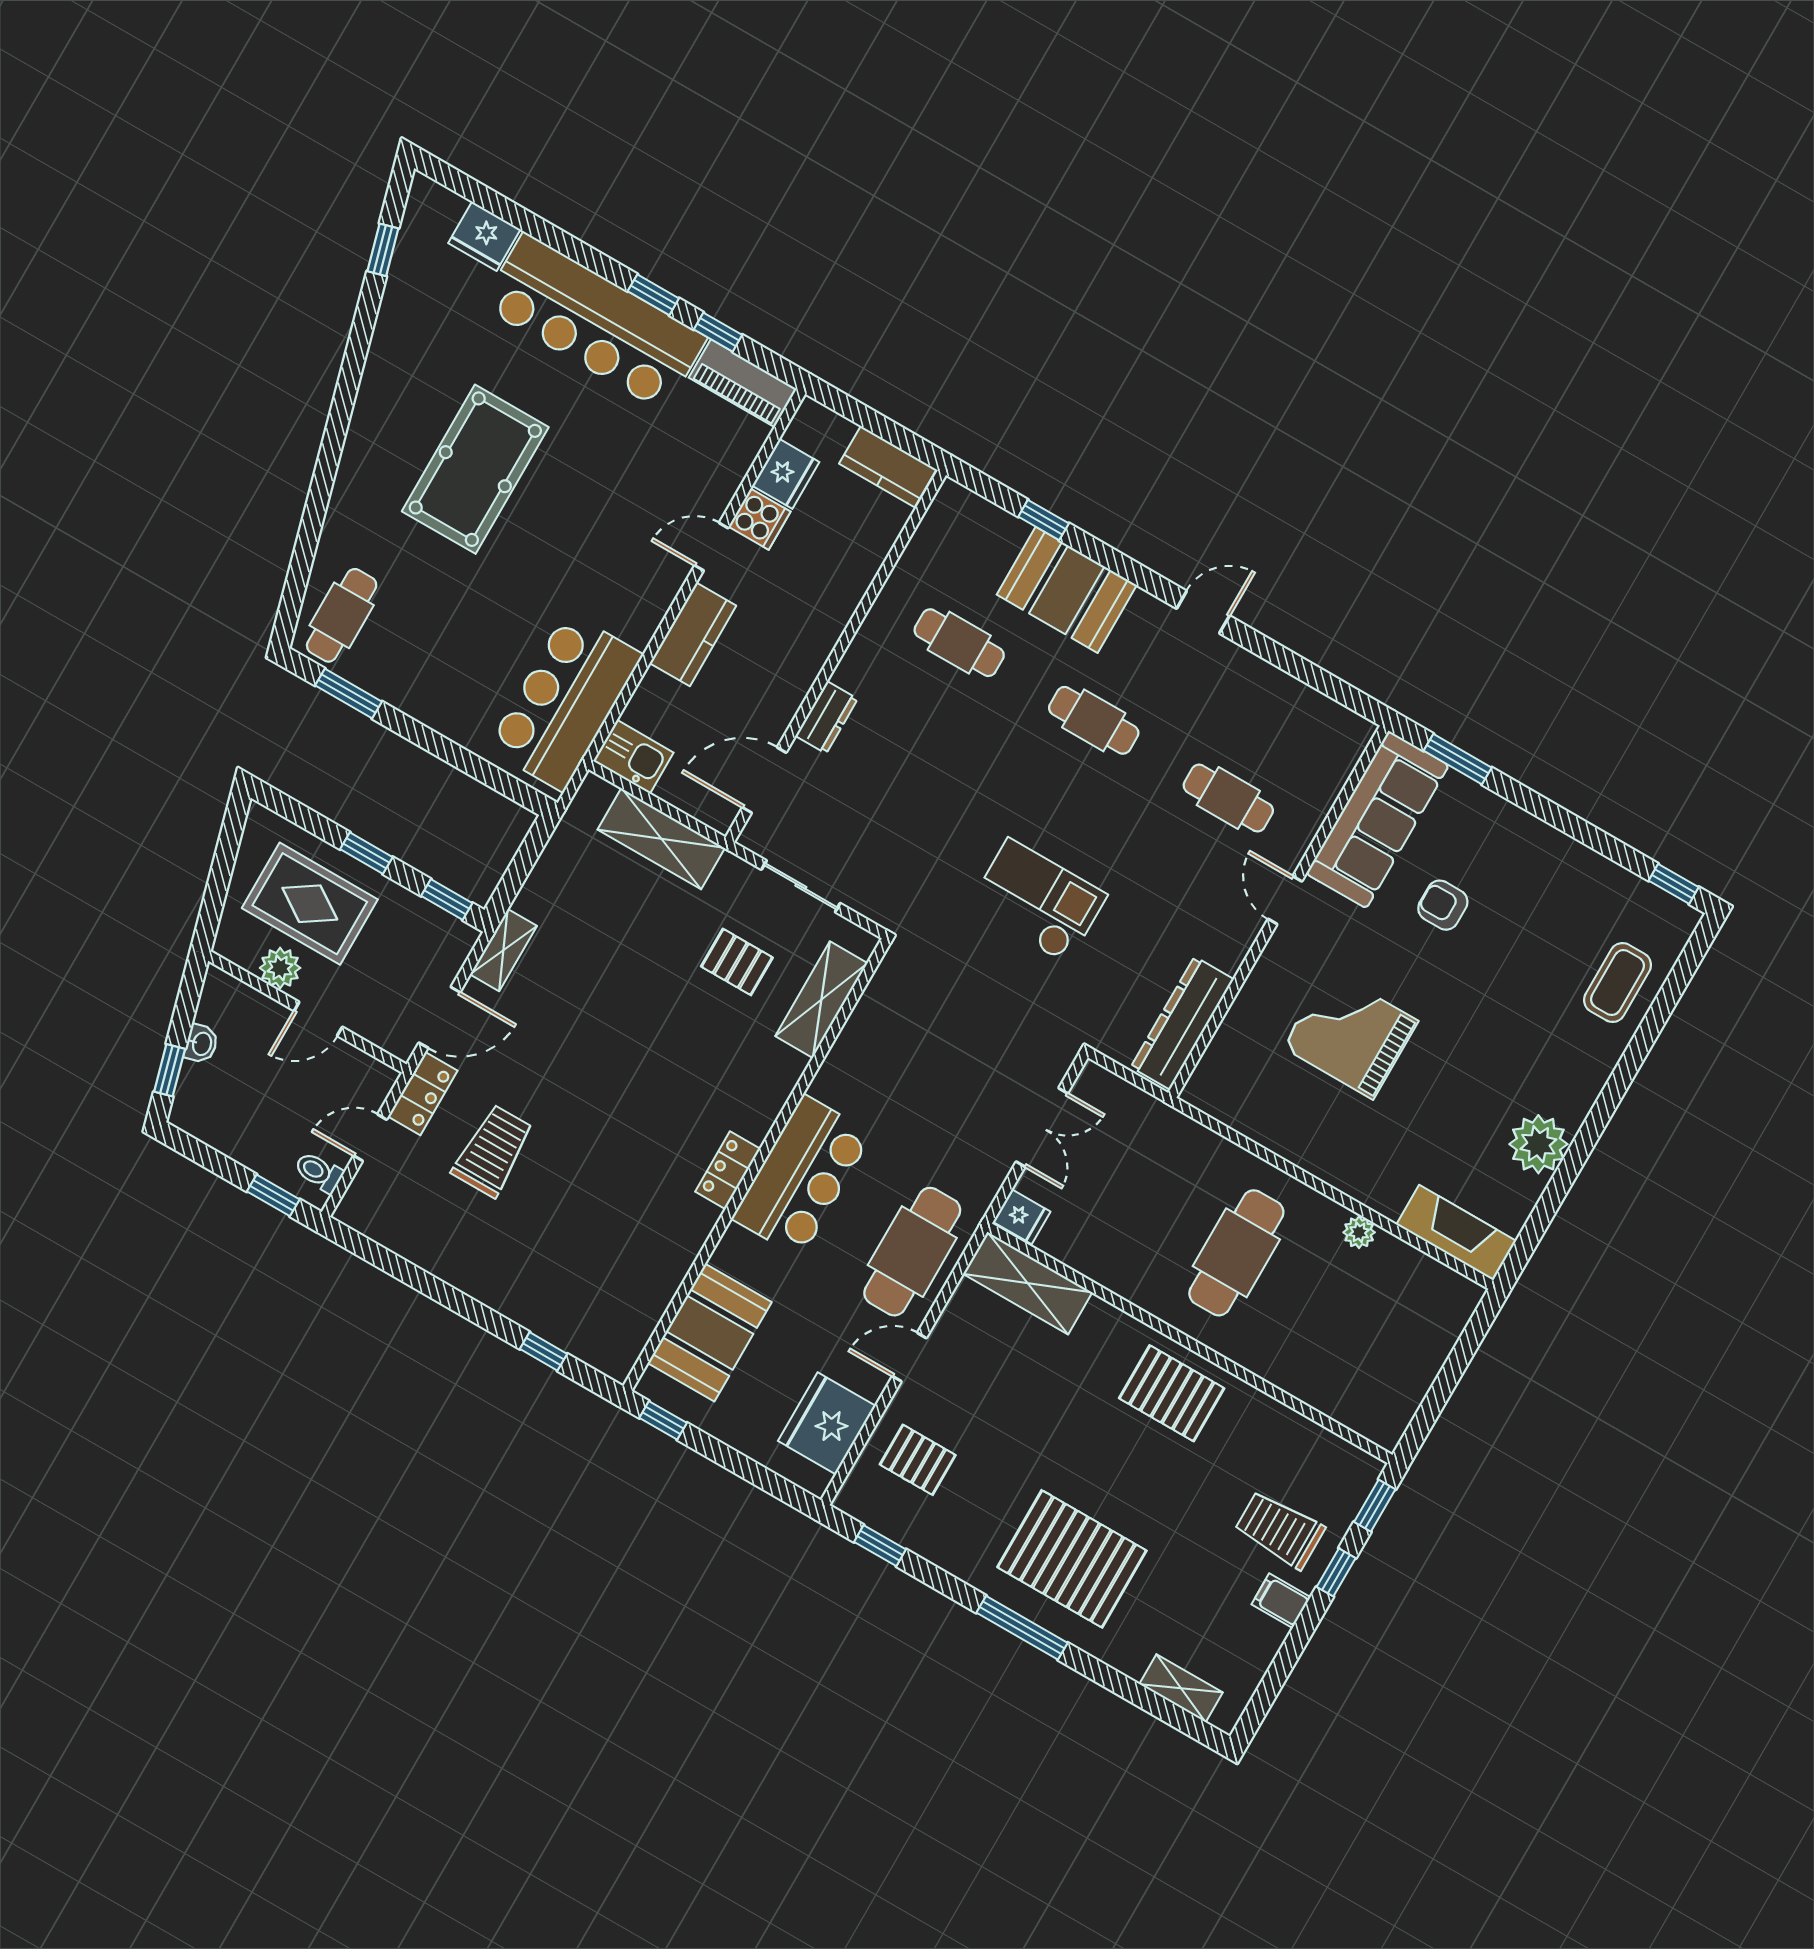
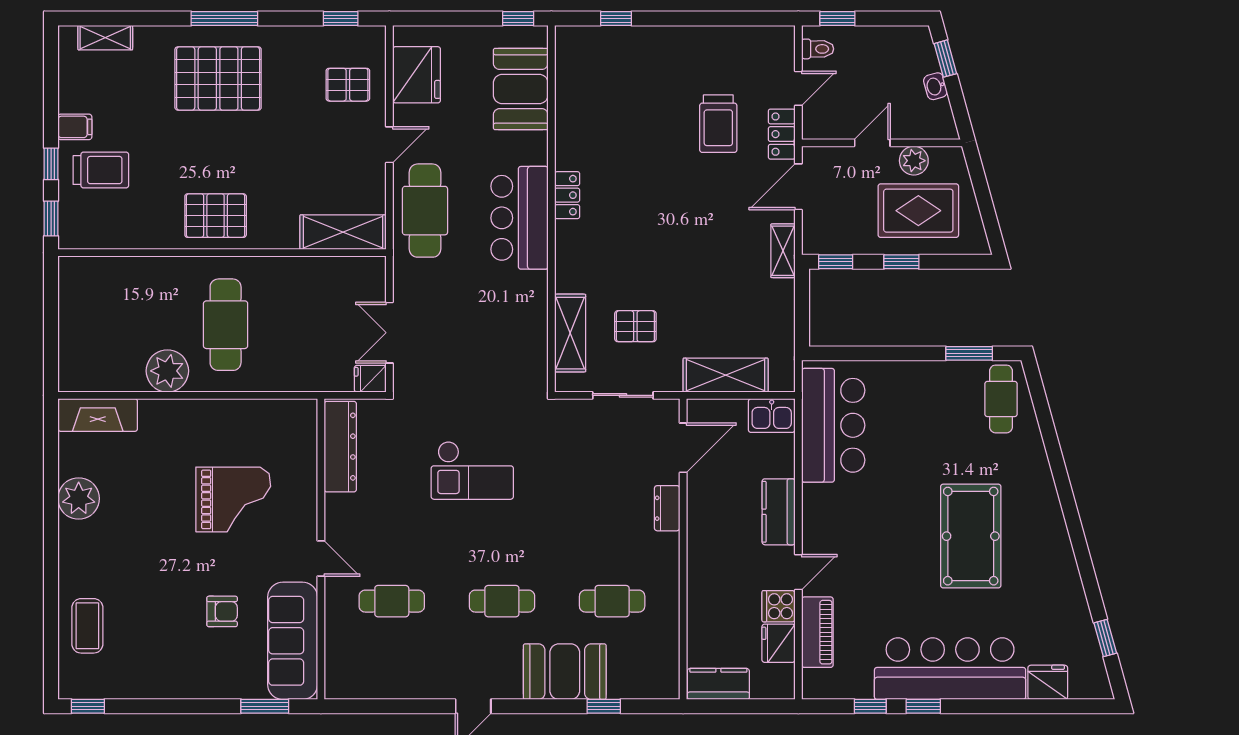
piano: (743, 383) -> (817, 632), moved, turned 90
fridge: (1022, 1217) -> (370, 379), moved
plant: (1359, 1232) -> (167, 371), width x1.88, depth x1.88

